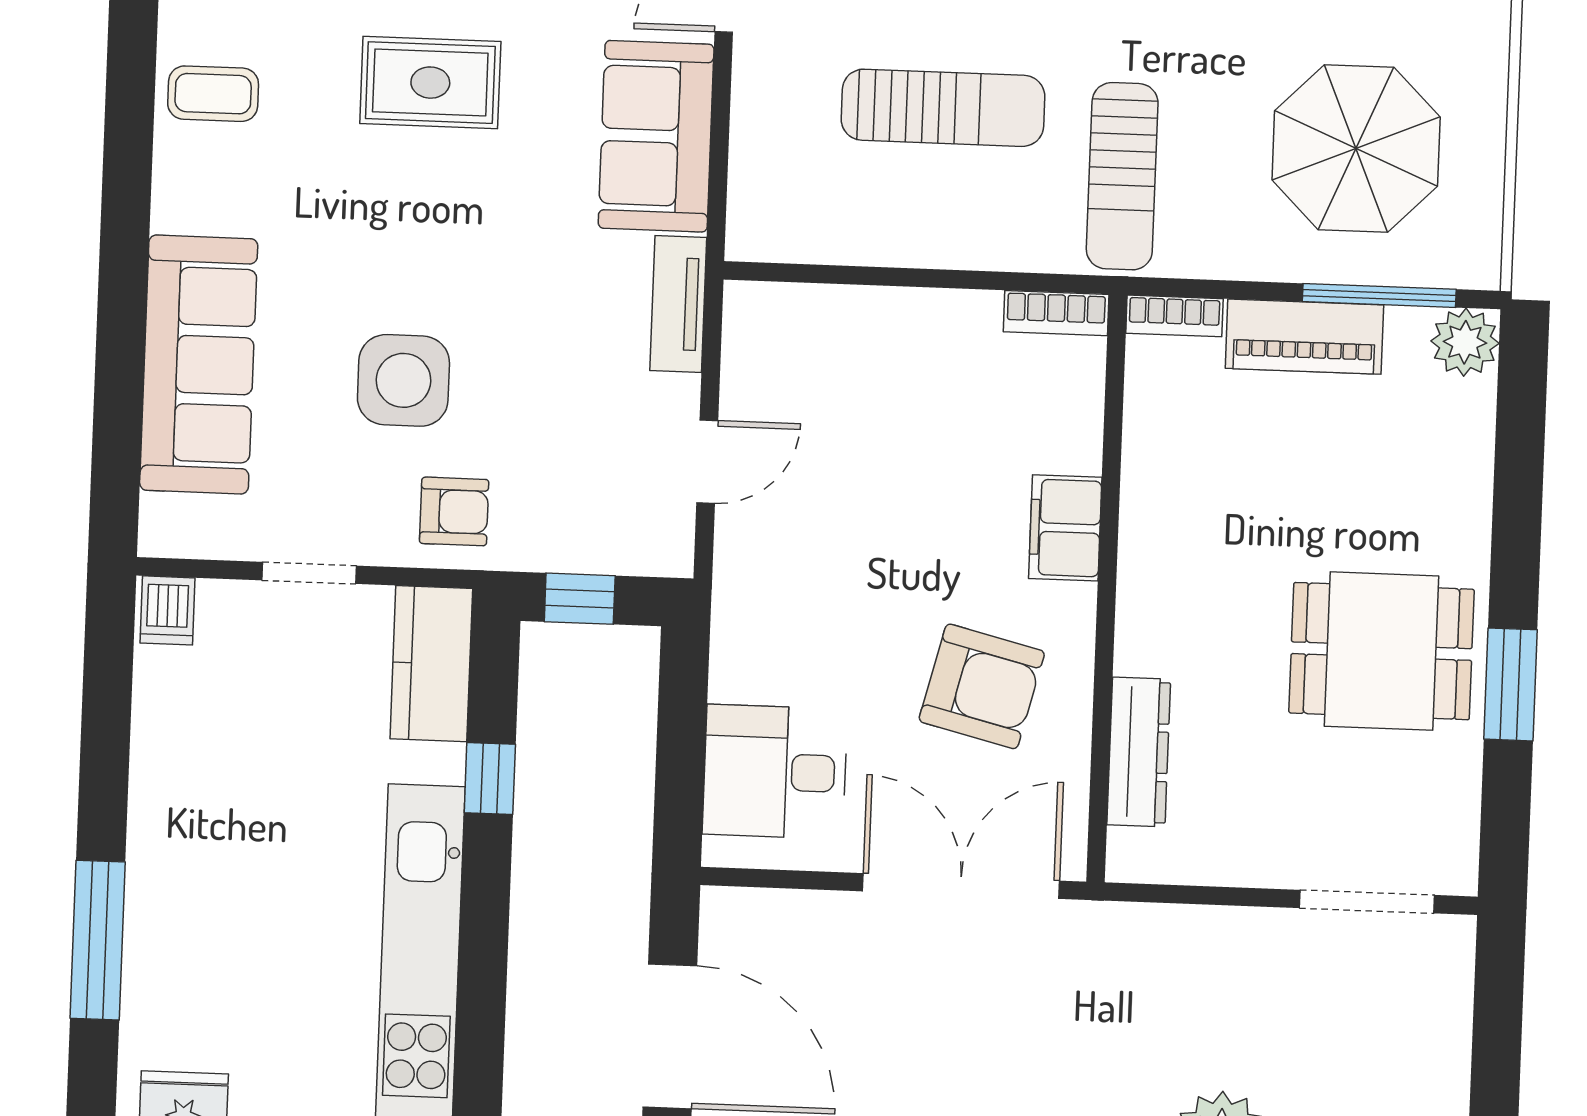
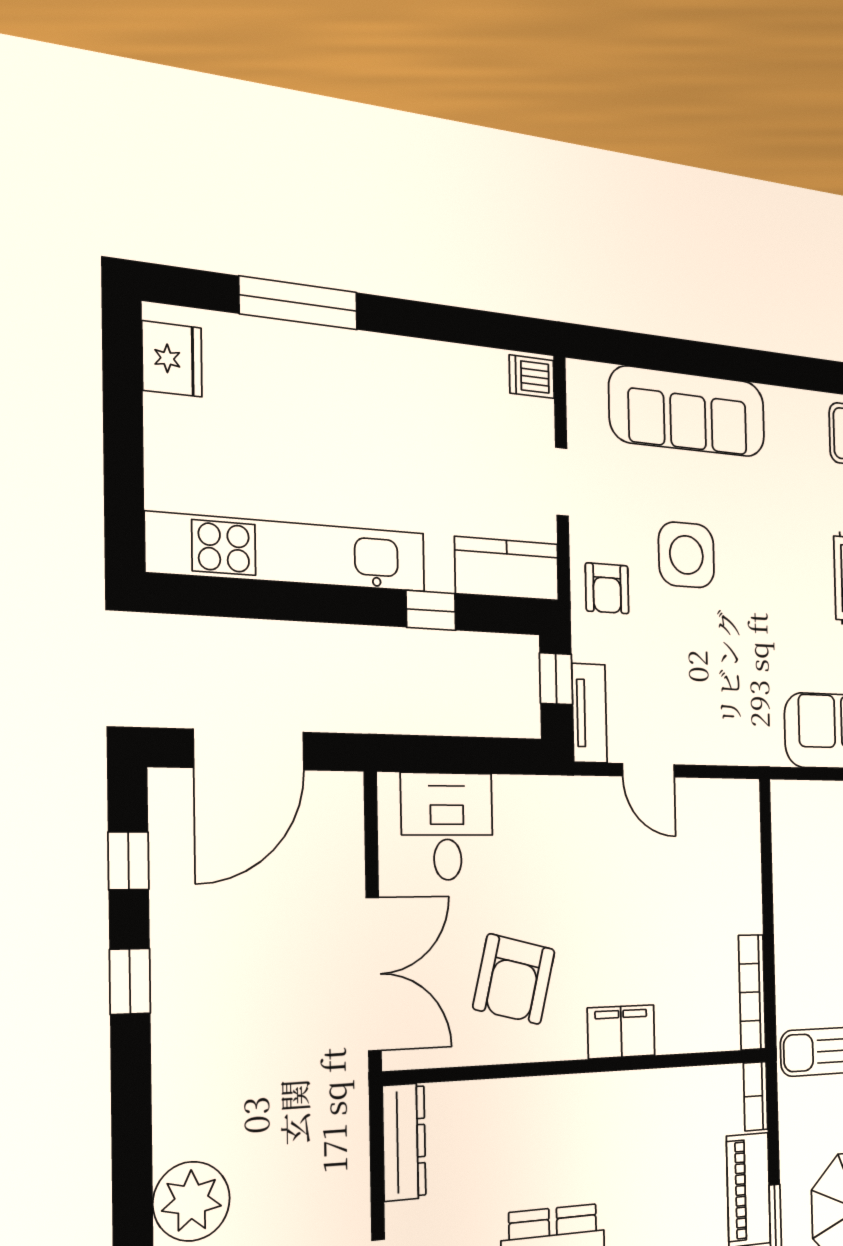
tv unit: (678, 304) -> (589, 713), moved, turned 90
bookcase: (1056, 313) -> (752, 992), width x1.56
dresser: (1139, 752) -> (404, 1142), moved, turned -90

